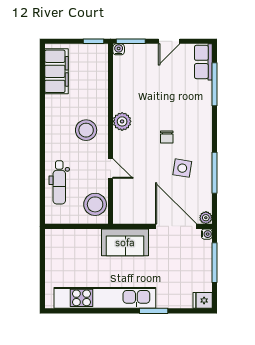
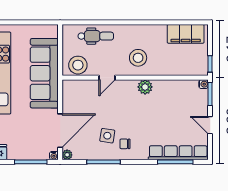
row of seats: (203, 62) -> (178, 153), width x2.02
chair: (167, 137) -> (125, 144), moved
dental chair: (59, 182) -> (96, 36), turned 180
sofa: (125, 242) -> (44, 73), width x1.85, depth x1.27

